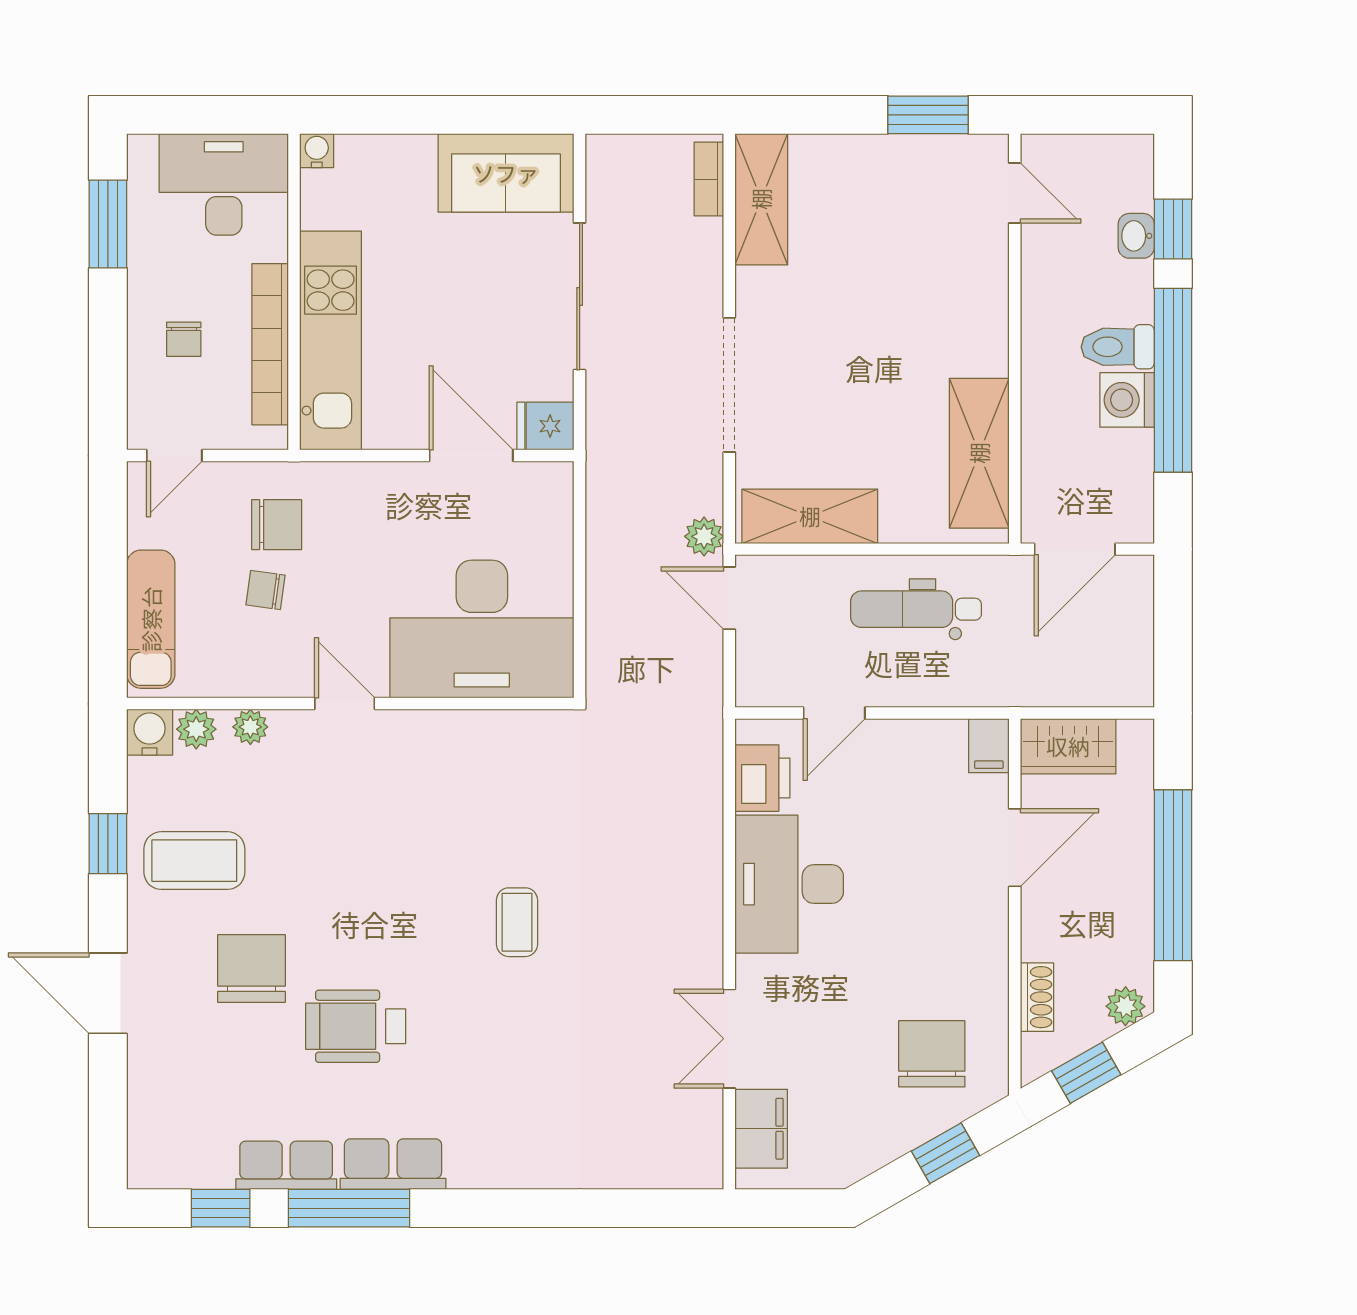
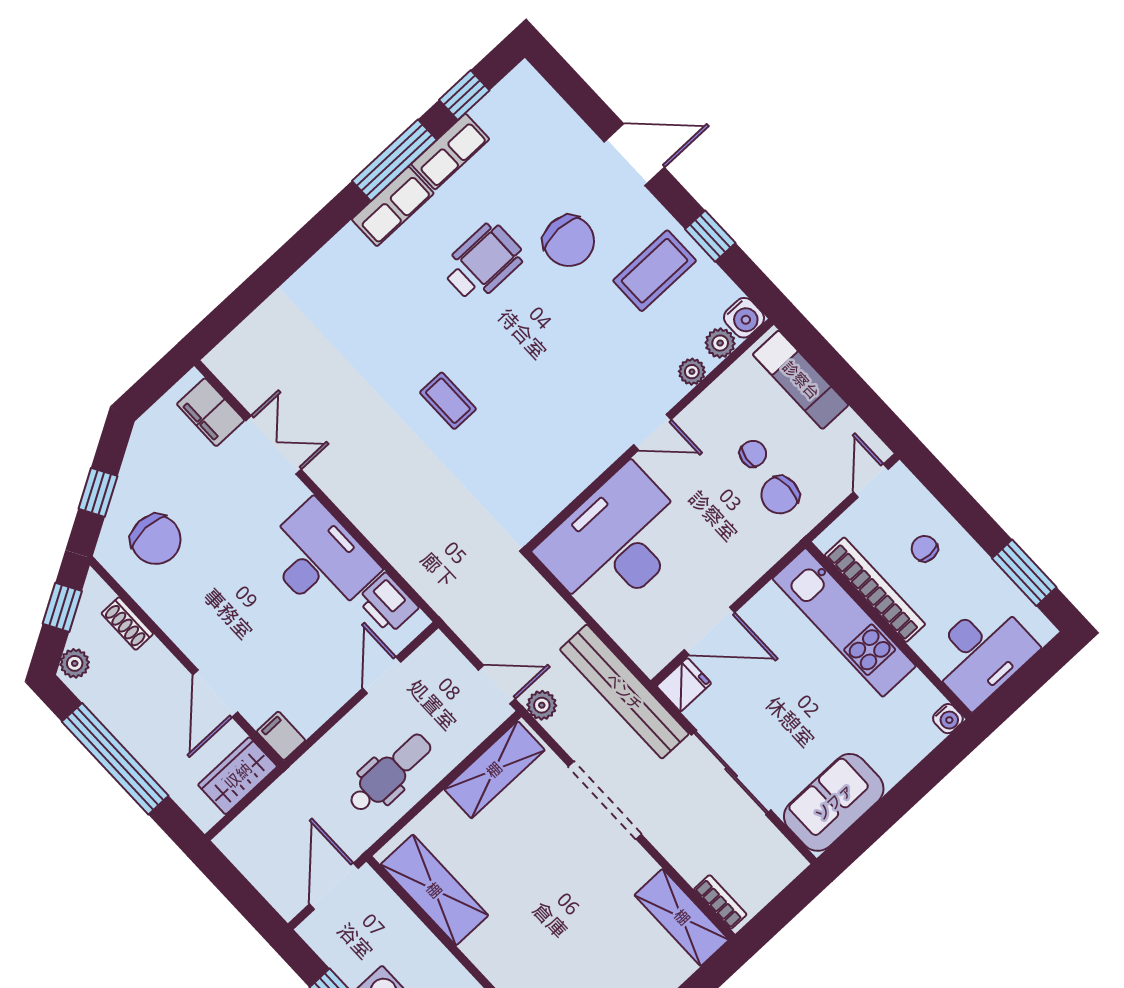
bench: (610, 474) -> (624, 692), added

